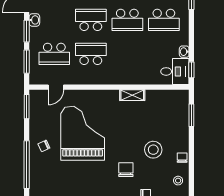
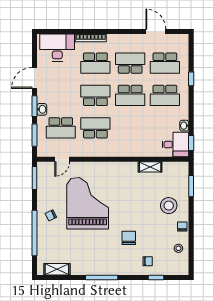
washbasin: (34, 20) -> (42, 109), moved
shelving: (132, 95) -> (150, 167), moved
stool: (153, 150) -> (169, 206), moved

